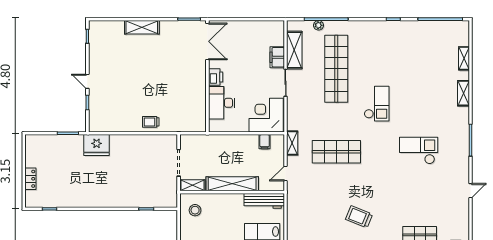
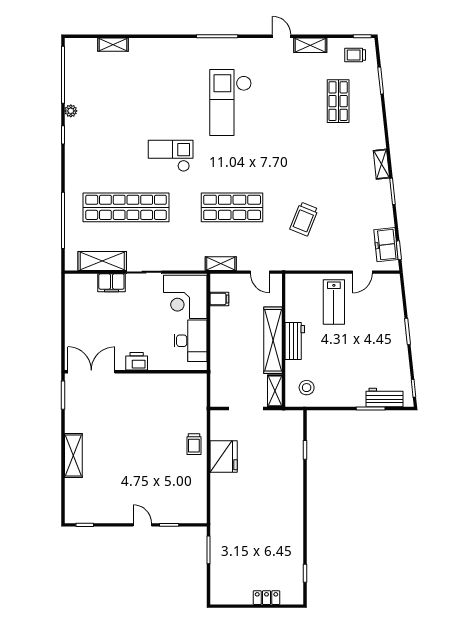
plant: (319, 25) -> (71, 111), moved
door: (87, 81) -> (142, 525), swing flipped
shelving: (463, 93) -> (310, 45), moved
desk: (222, 103) -> (191, 341), moved, turned -90
fridge: (97, 145) -> (224, 456), moved
checkout: (419, 151) -> (231, 102), width x1.36, depth x1.21
shop shelf: (336, 152) -> (232, 207), turned 90
workbench: (264, 201) -> (295, 341), moved, width x0.73
trolley: (359, 217) -> (304, 219), moved

